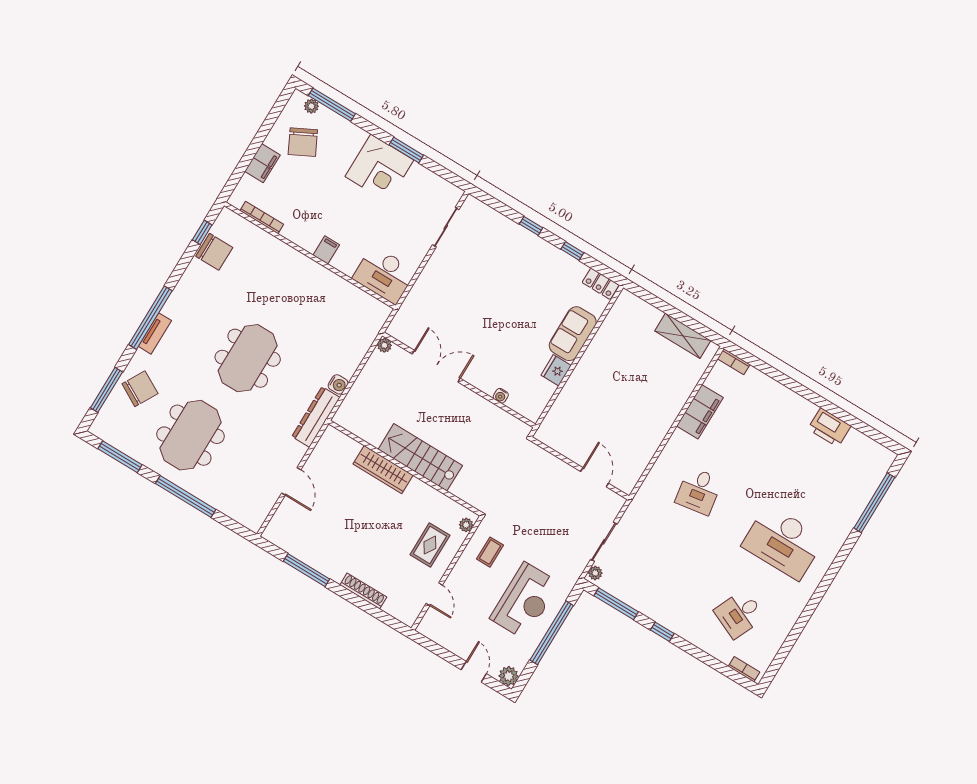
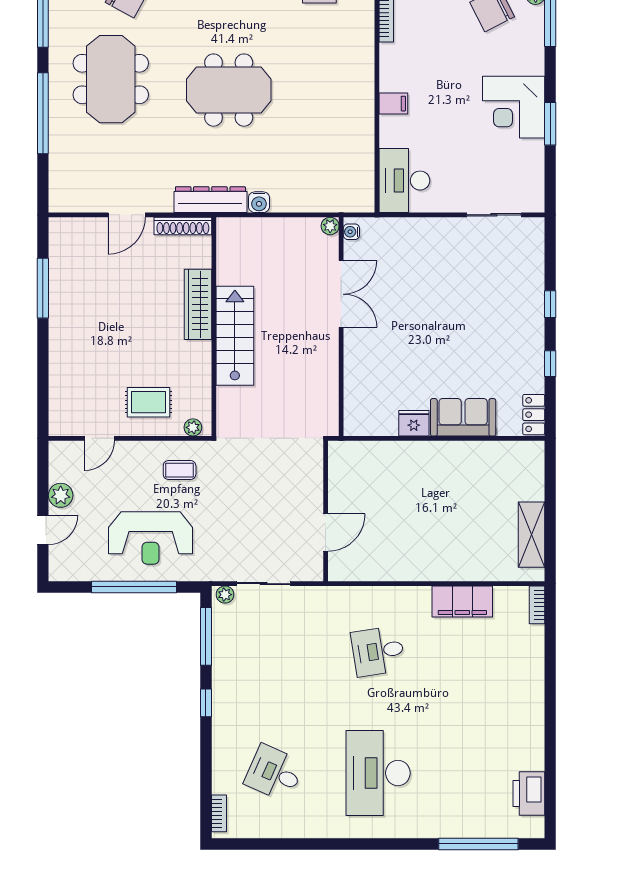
water cooler: (501, 396) -> (351, 232), moved
printer: (829, 427) -> (529, 793), moved
meeting table: (190, 435) -> (111, 79), turned 90
shoe rack: (363, 591) -> (183, 226), moved, turned 90
plant: (509, 676) -> (61, 495), moved

